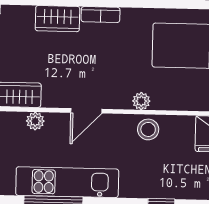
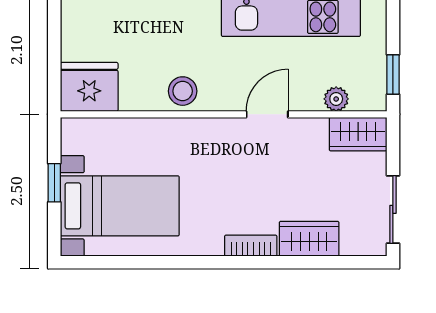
plant: (141, 101) -> (193, 129), removed

